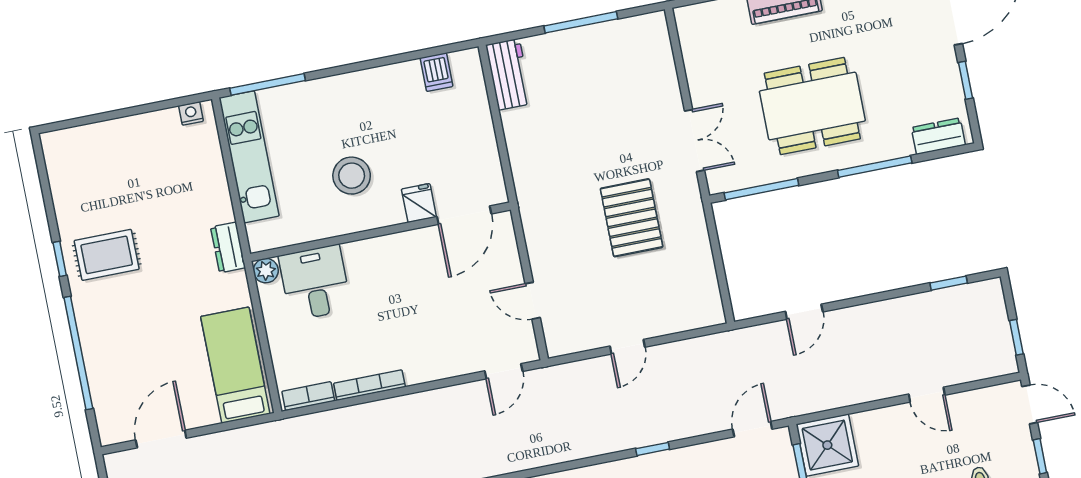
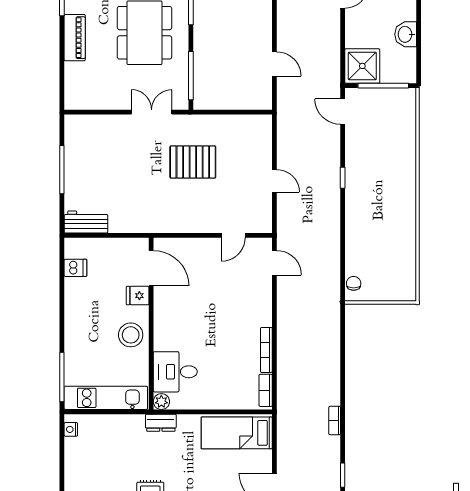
fridge: (419, 203) -> (138, 296), moved
door: (464, 215) -> (151, 268), moved
wall: (380, 232) -> (151, 324), moved
plant: (266, 271) -> (161, 402), moved
desk: (315, 283) -> (175, 372), moved

